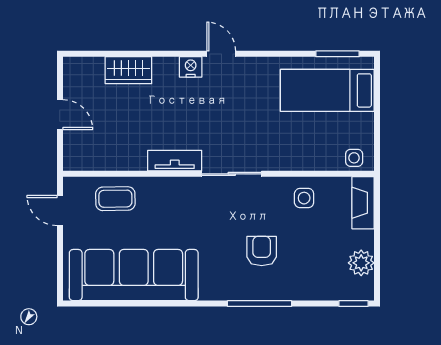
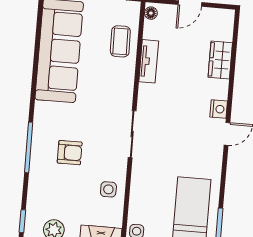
tv unit: (175, 161) -> (149, 61), moved
floor lamp: (76, 163) -> (151, 13), added

